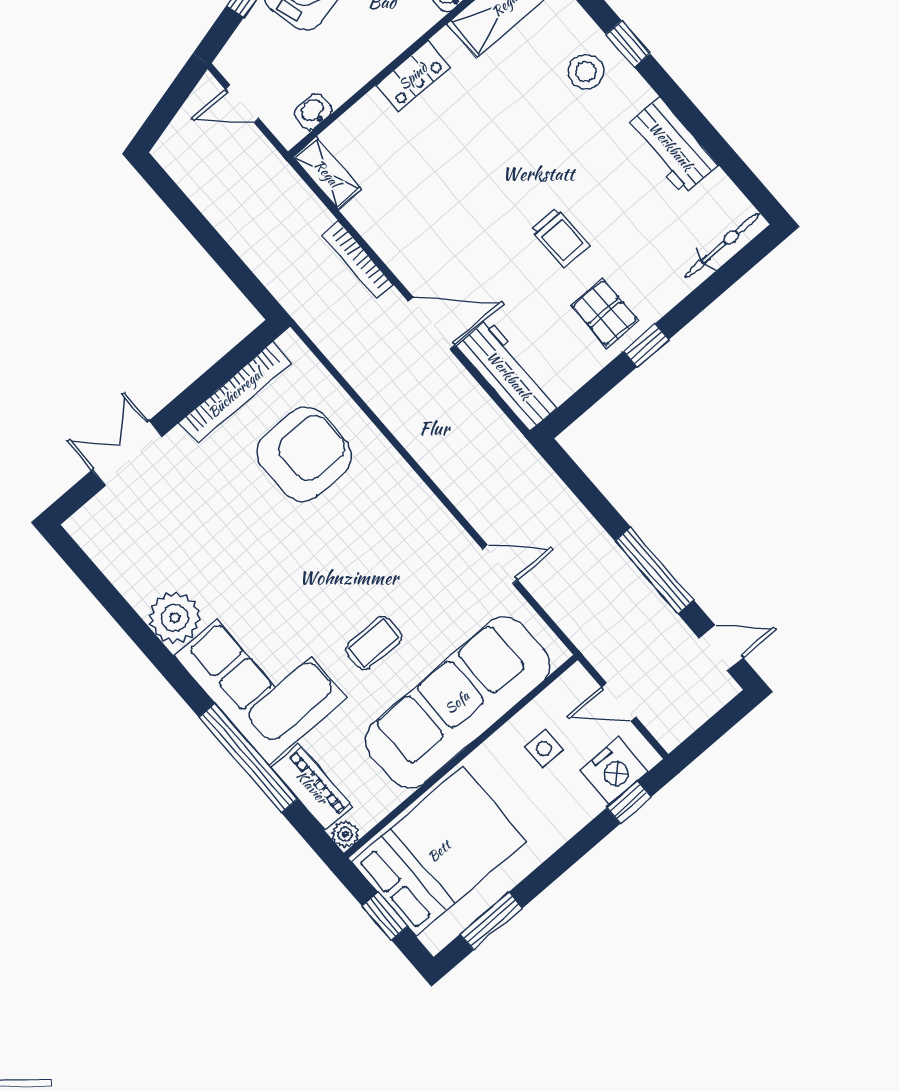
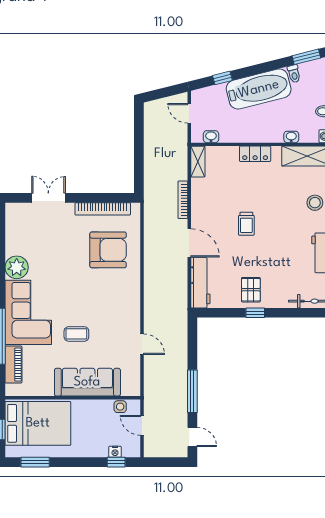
trolley: (560, 237) -> (246, 224), moved
sofa: (457, 702) -> (87, 382), width x0.74, depth x0.79
side table: (544, 749) -> (120, 407), moved
nightstand: (614, 771) -> (115, 452), width x0.53, depth x0.56
plant: (345, 834) -> (11, 390), removed

